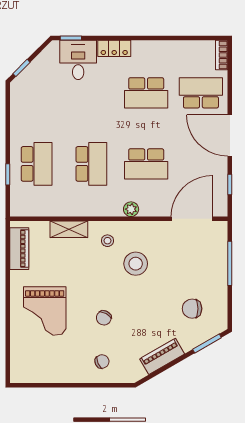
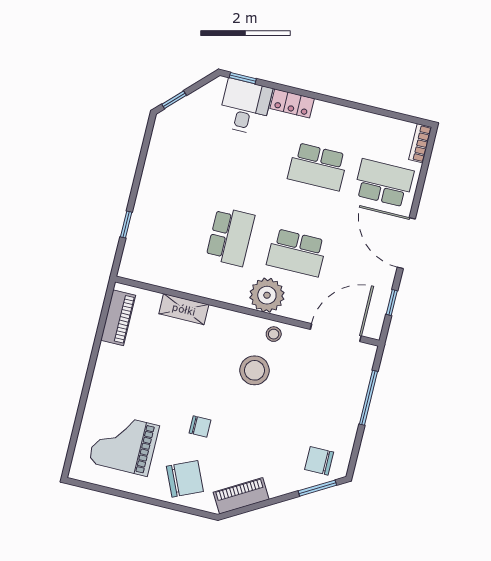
school desk: (37, 164) -> (164, 220), removed
plant: (131, 209) -> (267, 295), width x1.87, depth x1.87
stool: (107, 241) -> (274, 334), moved
chair: (192, 309) -> (319, 461), moved
grand piano: (45, 311) -> (124, 444), moved, turned 90
chair: (104, 318) -> (200, 427), turned -118
piano: (162, 356) -> (241, 496), moved
chair: (102, 362) -> (185, 479), width x1.87, depth x1.87

